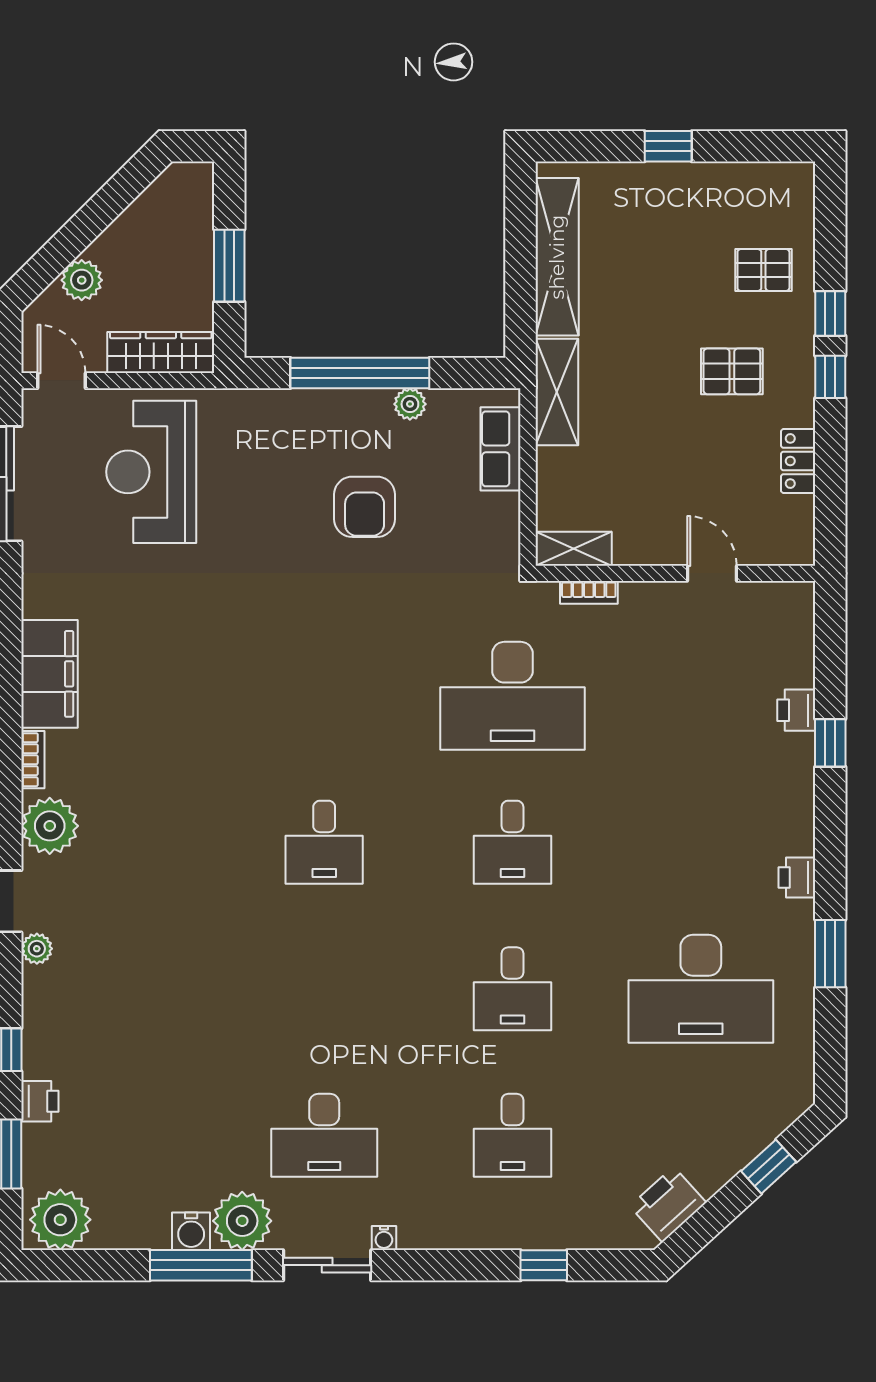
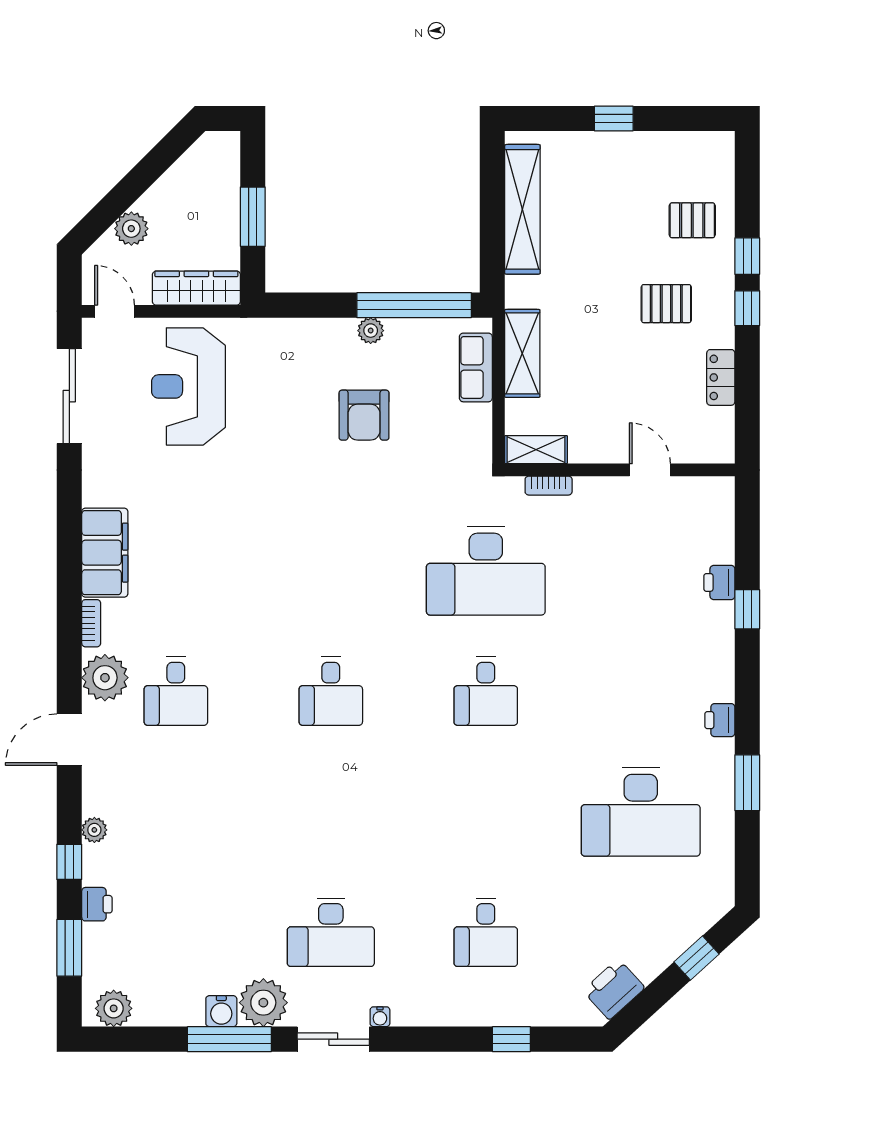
window: (360, 373) -> (414, 305), moved
shelving: (557, 392) -> (522, 353), moved
plant: (410, 404) -> (371, 331), moved
plant: (37, 949) -> (94, 830), moved
desk: (512, 989) -> (176, 691), moved
plant: (60, 1220) -> (114, 1008), width x0.73, depth x0.73

